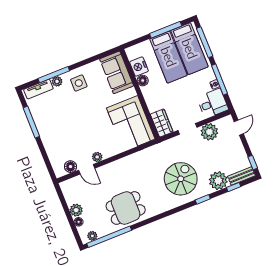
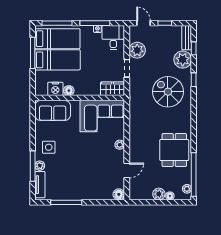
plant: (97, 157) -> (120, 145), moved
window: (253, 162) -> (165, 23), moved
floor lamp: (70, 167) -> (119, 194), moved

